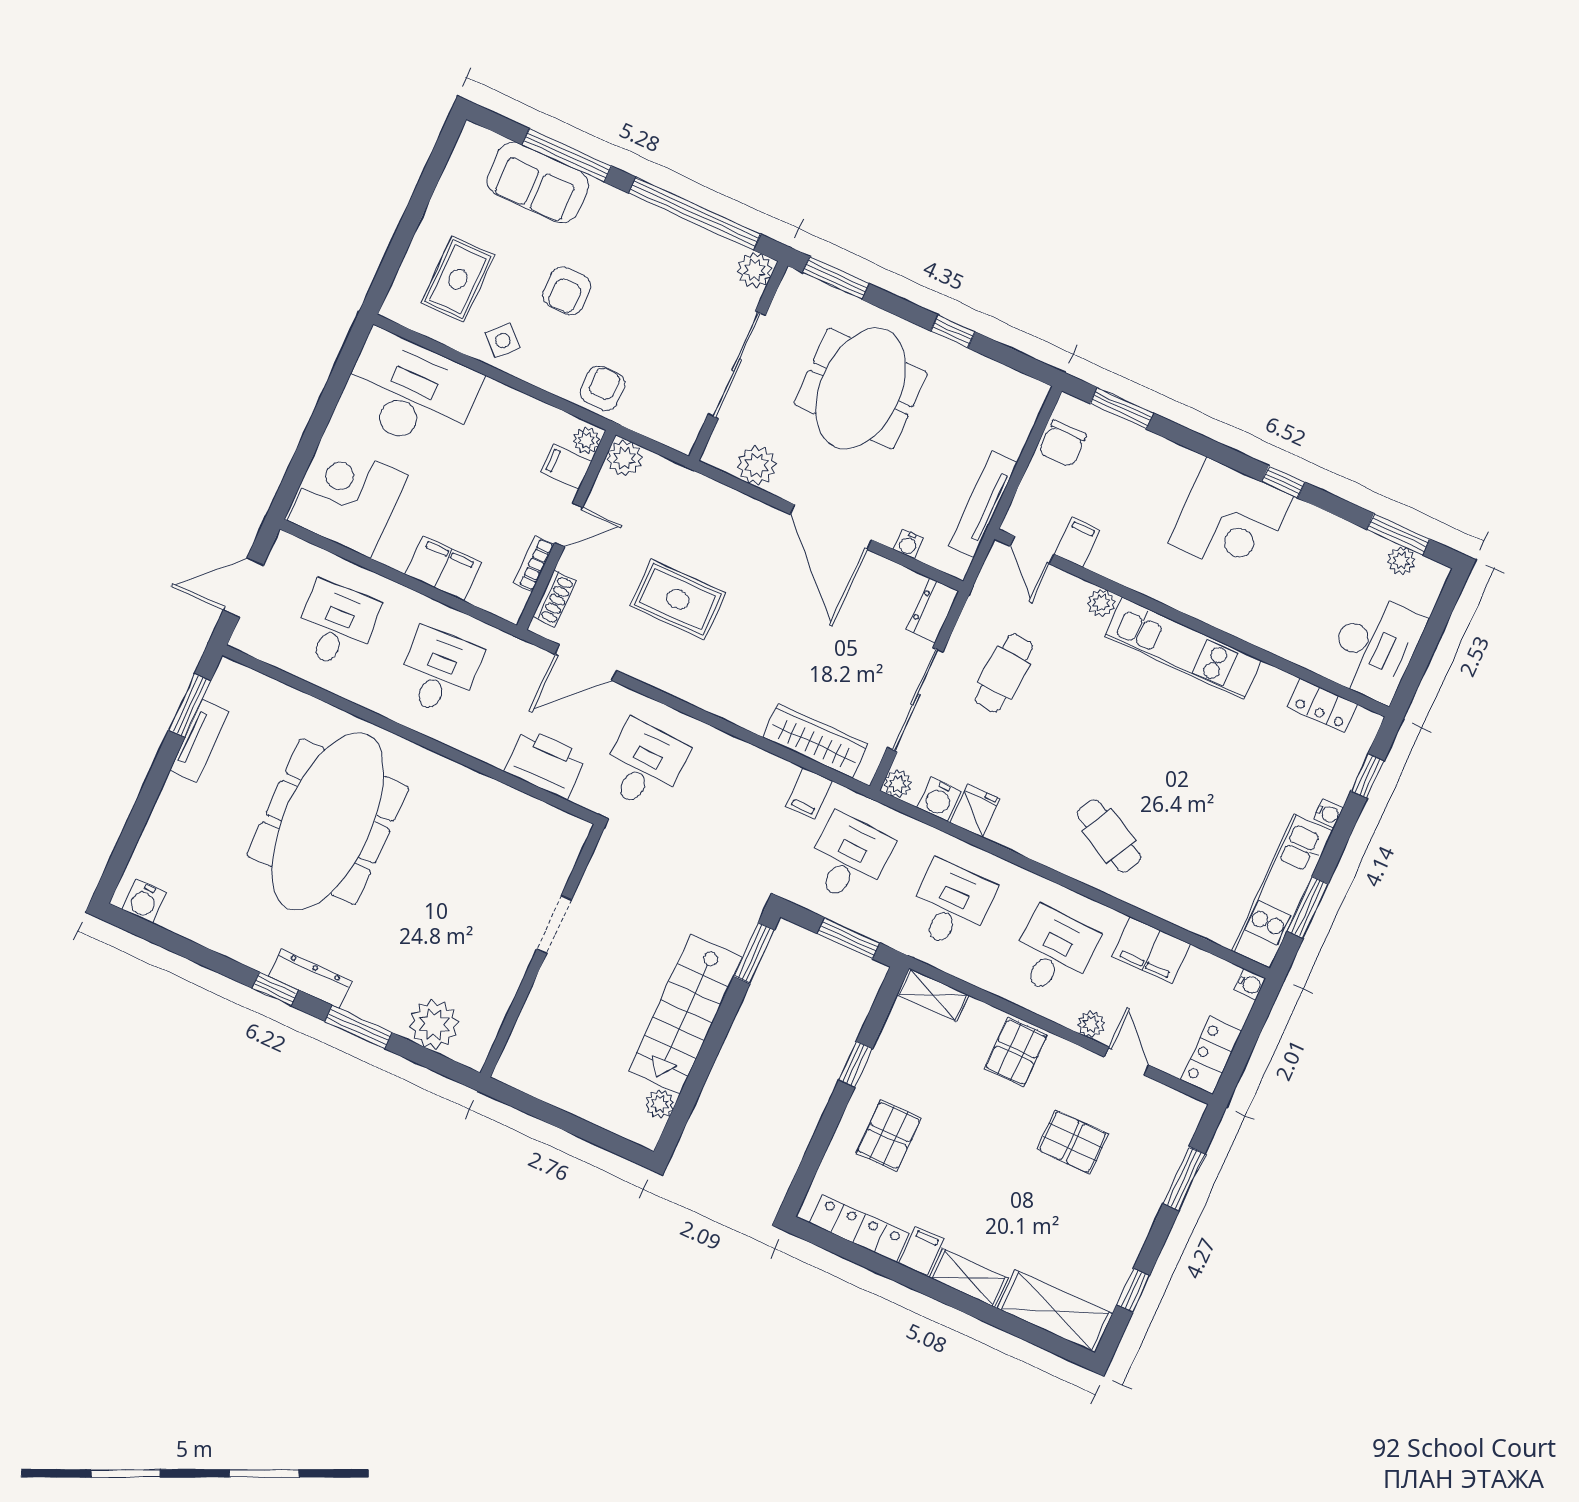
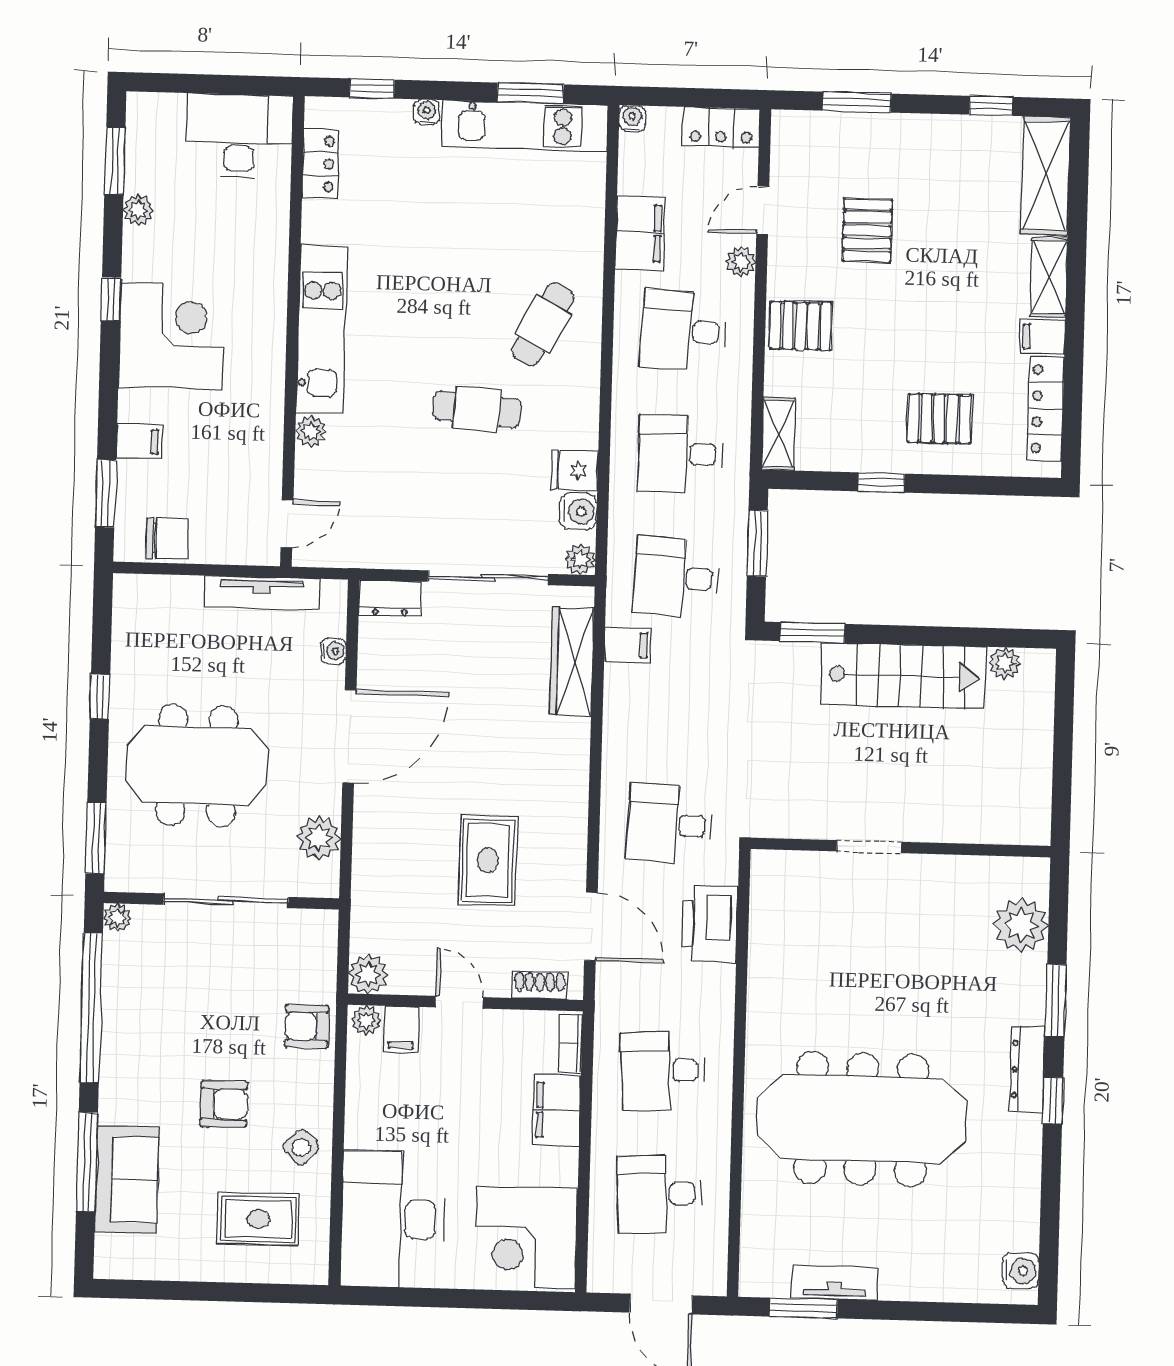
plant: (755, 270) -> (117, 918), width x0.73, depth x0.73
filing cabinet: (1077, 542) -> (139, 441), moved, turned 180
plant: (1401, 561) -> (138, 210), moved
bookcase: (534, 564) -> (570, 1044), moved, turned 90
cafe table: (1004, 673) -> (477, 409), moved

